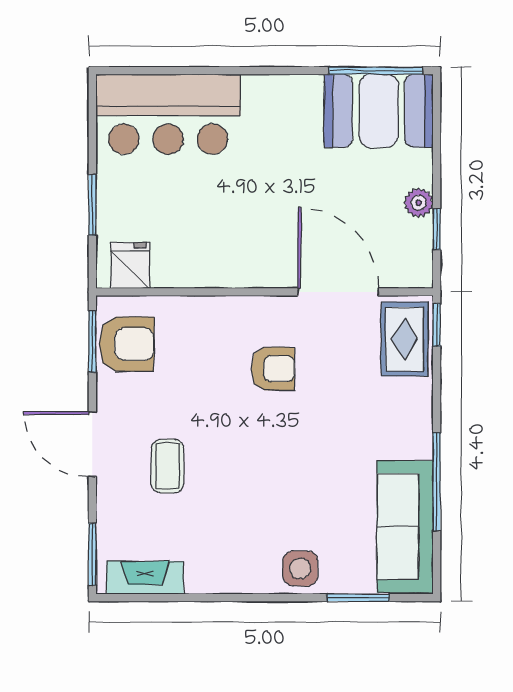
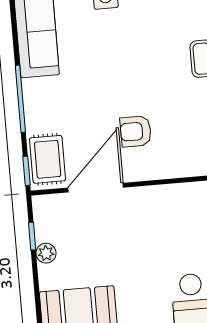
door: (338, 292) -> (96, 188), swing flipped
window: (437, 482) -> (20, 99), moved

